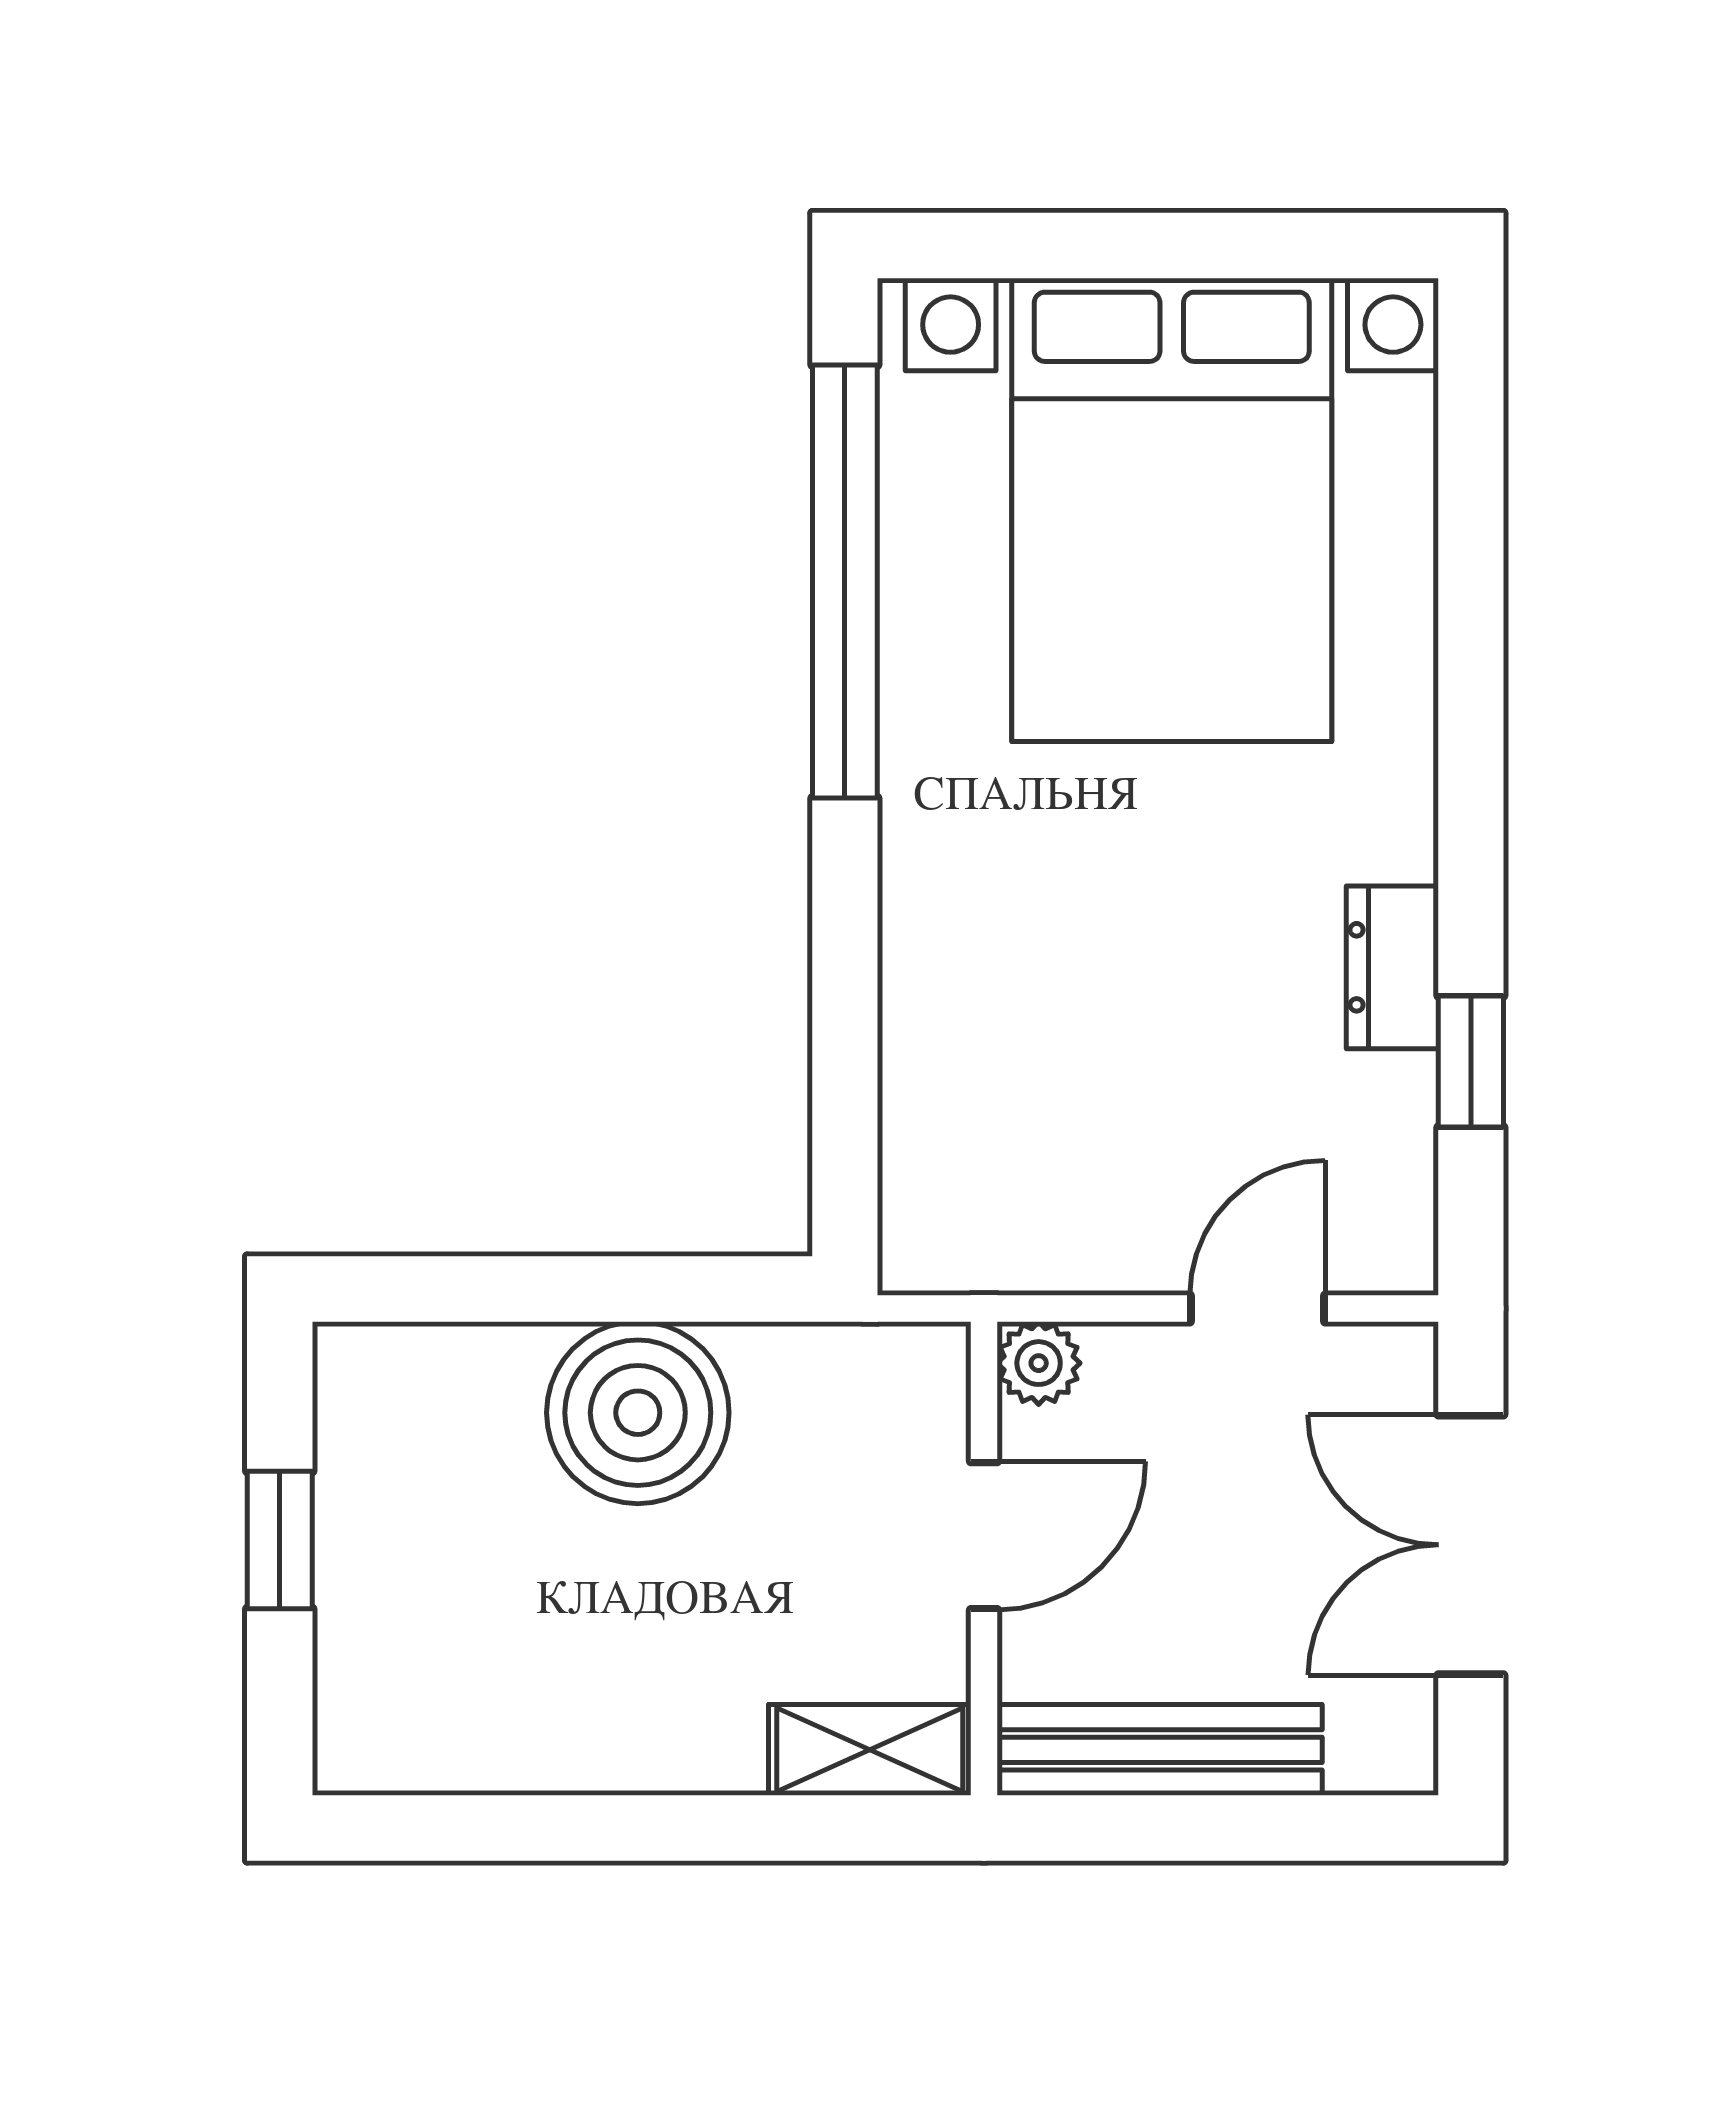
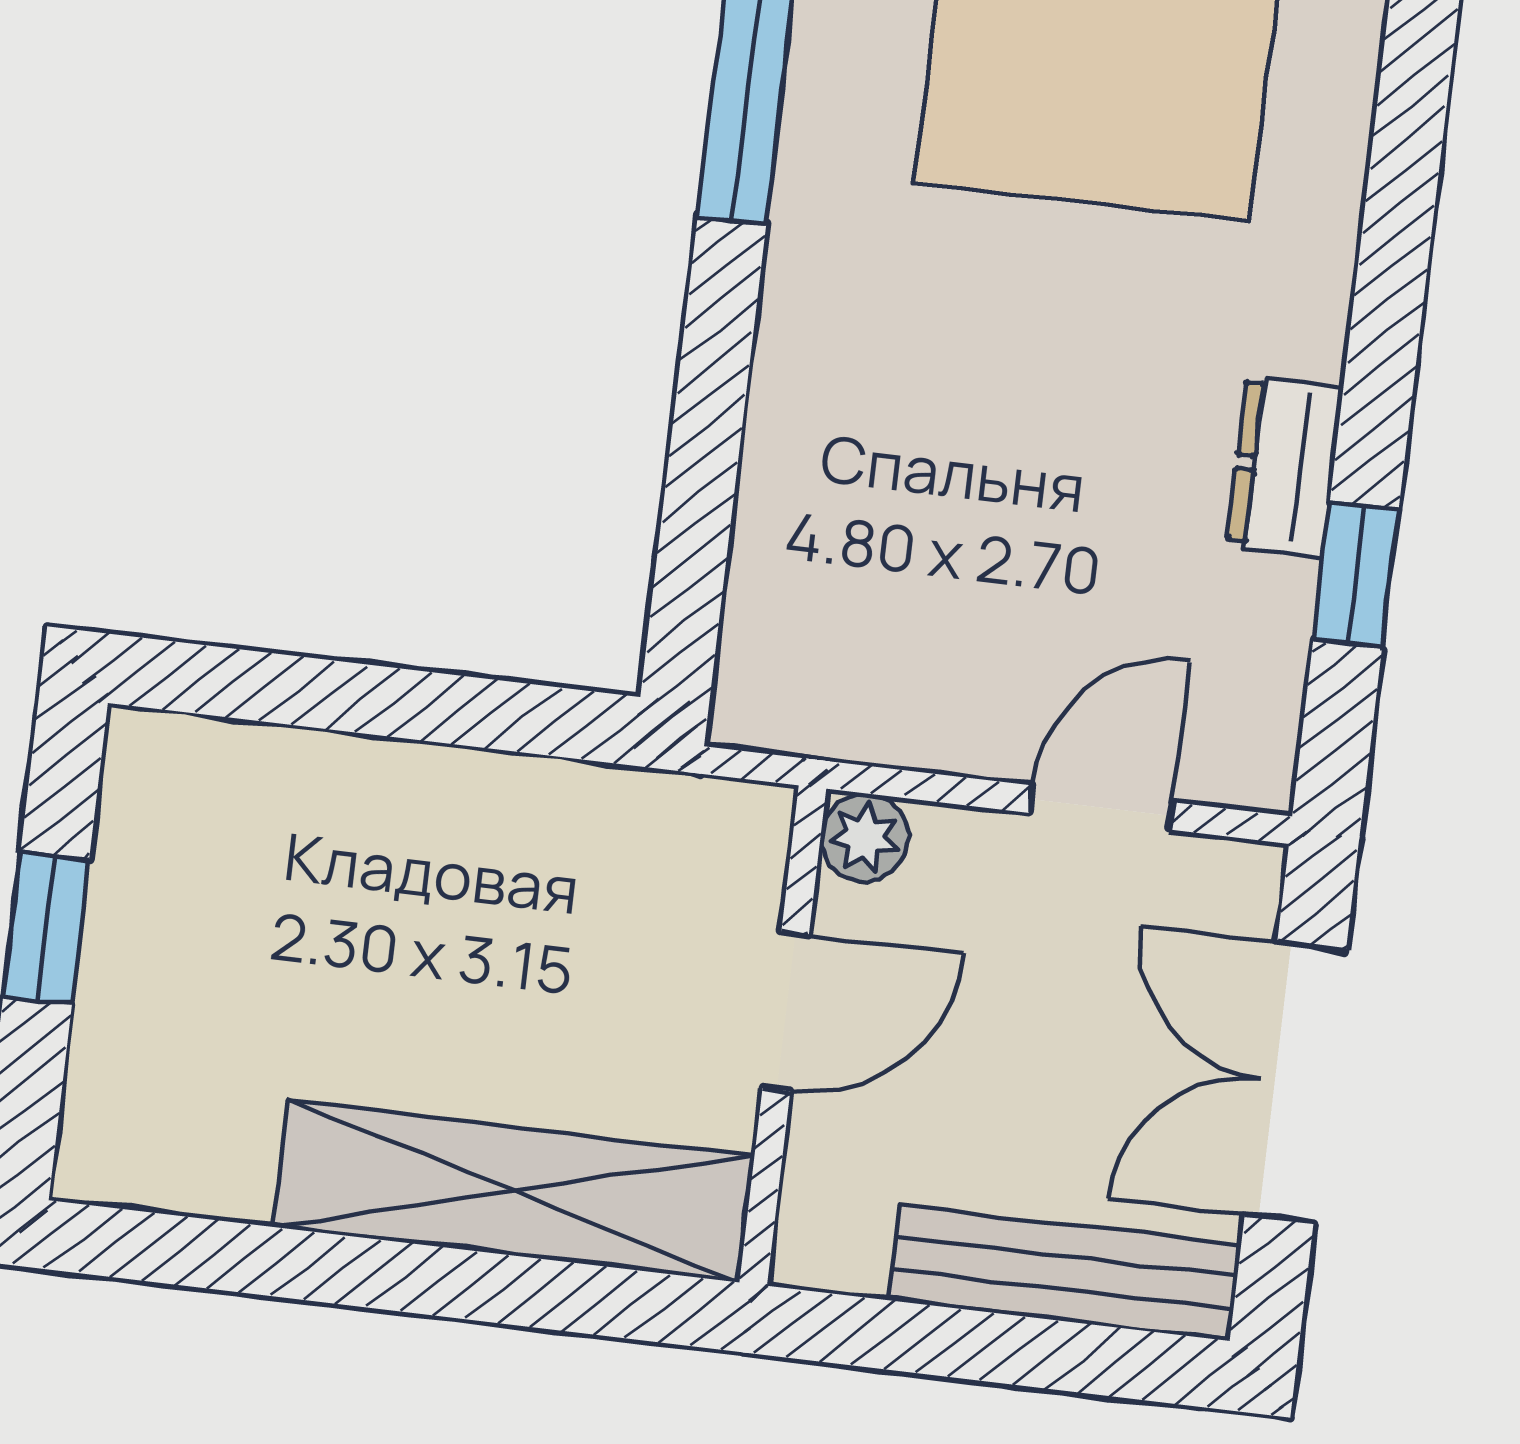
boiler: (638, 1413) -> (438, 839), removed
shelving: (870, 1750) -> (514, 1191), width x2.20, depth x1.33
bench: (1160, 1750) -> (1065, 1273), moved

